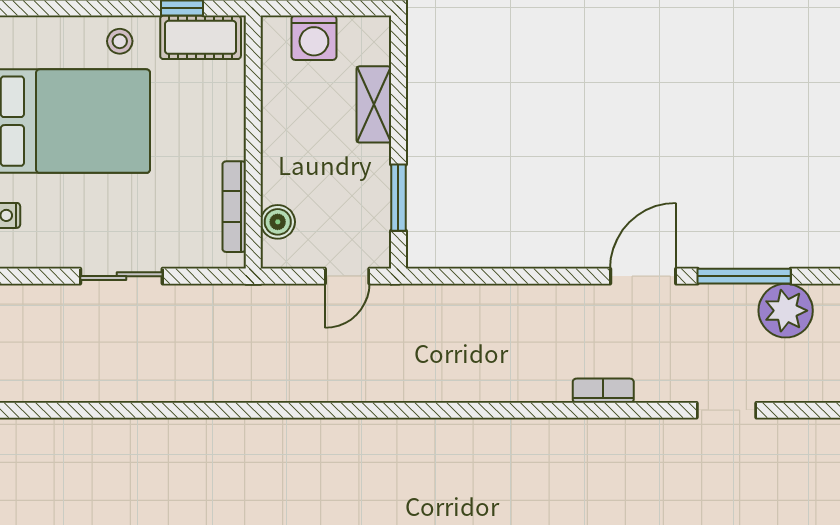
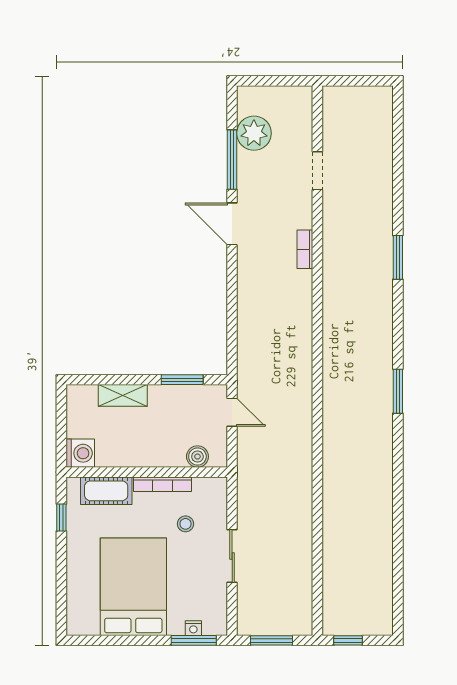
cot: (201, 37) -> (106, 491), moved, turned 90
washing machine: (314, 38) -> (80, 453), moved
stool: (120, 41) -> (186, 524), moved
bookcase: (234, 207) -> (163, 484), moved

